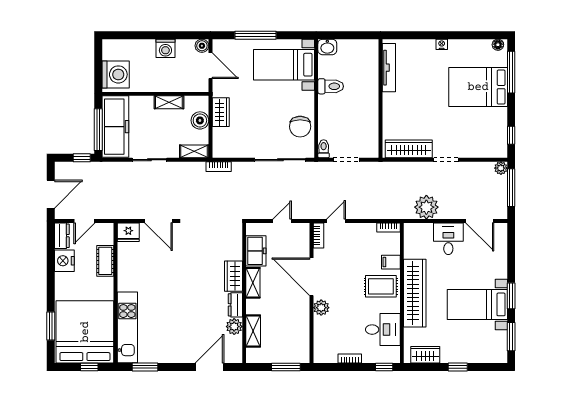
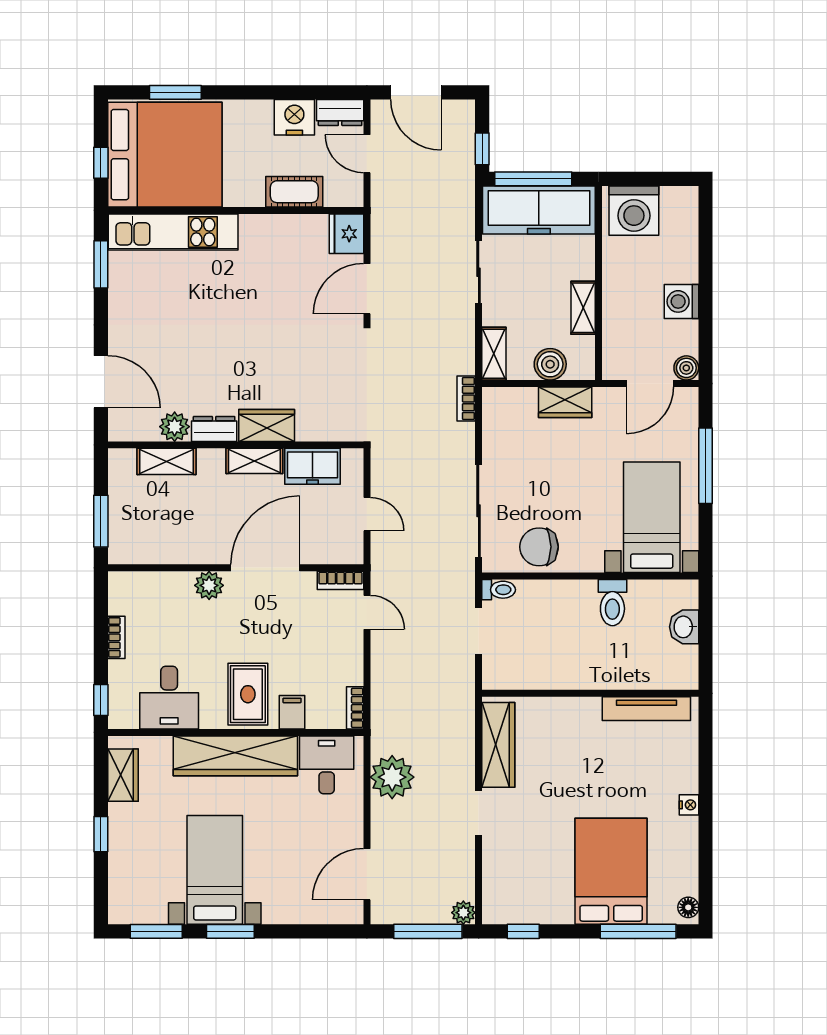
washbasin: (327, 47) -> (684, 627), moved
desk: (448, 239) -> (327, 765), moved, turned -90

